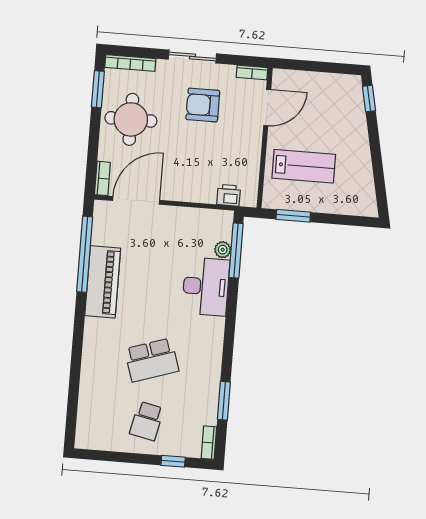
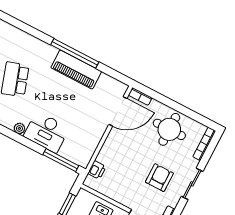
window: (98, 89) -> (197, 117), removed
door: (136, 200) -> (118, 111), hinge flipped
plant: (223, 250) -> (19, 128), moved
window: (85, 254) -> (75, 53), moved

